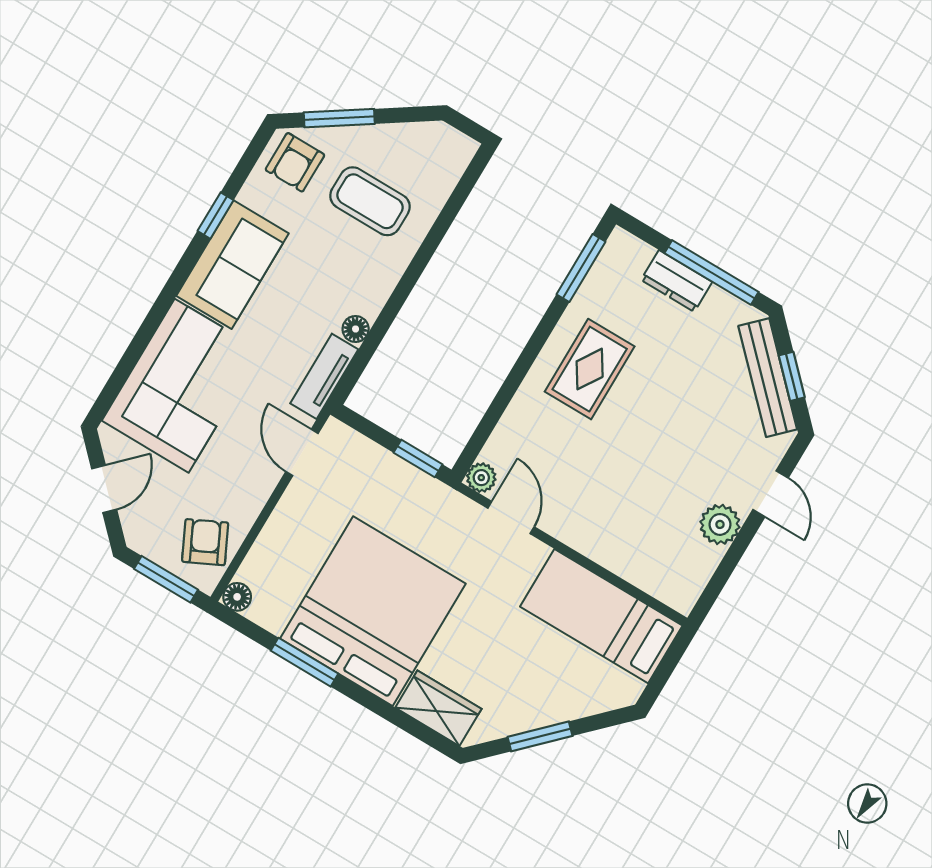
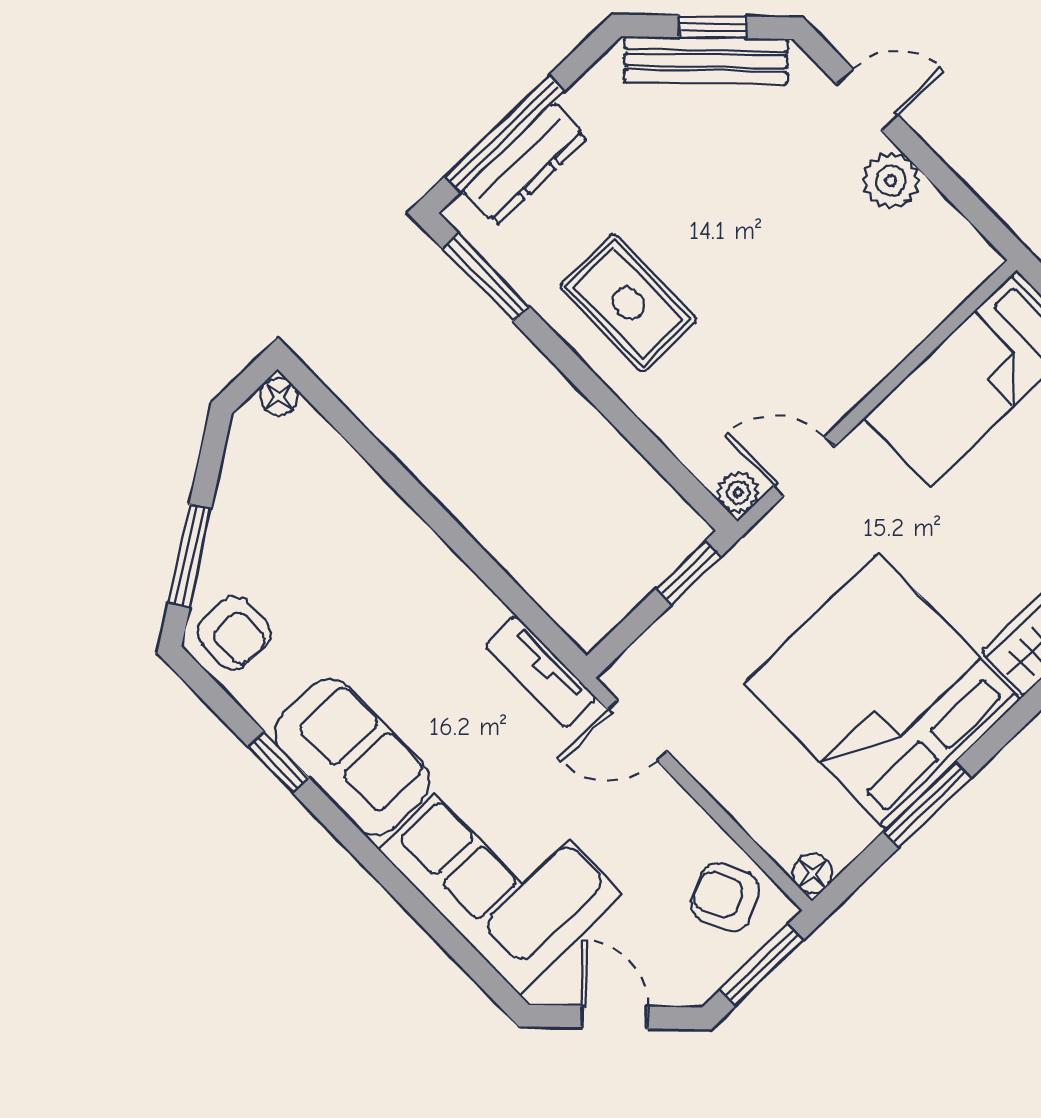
coffee table: (370, 201) -> (316, 544), removed
window: (711, 272) -> (505, 134), moved
dresser: (677, 281) -> (525, 164), width x1.44
floor lamp: (356, 329) -> (279, 397), moved

